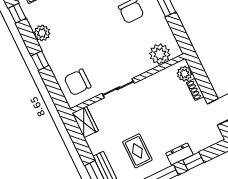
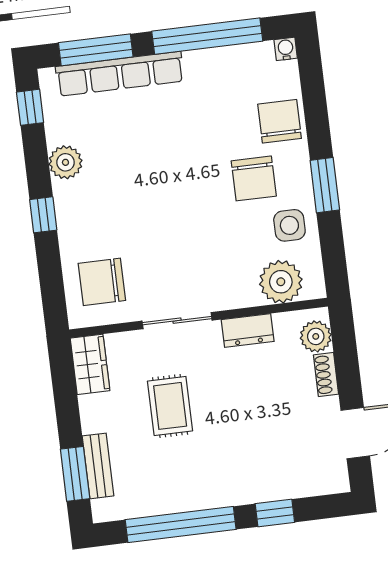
side table: (155, 27) -> (289, 225), added
rug: (137, 151) -> (170, 406), moved
dresser: (180, 154) -> (248, 330), moved, turned 180

